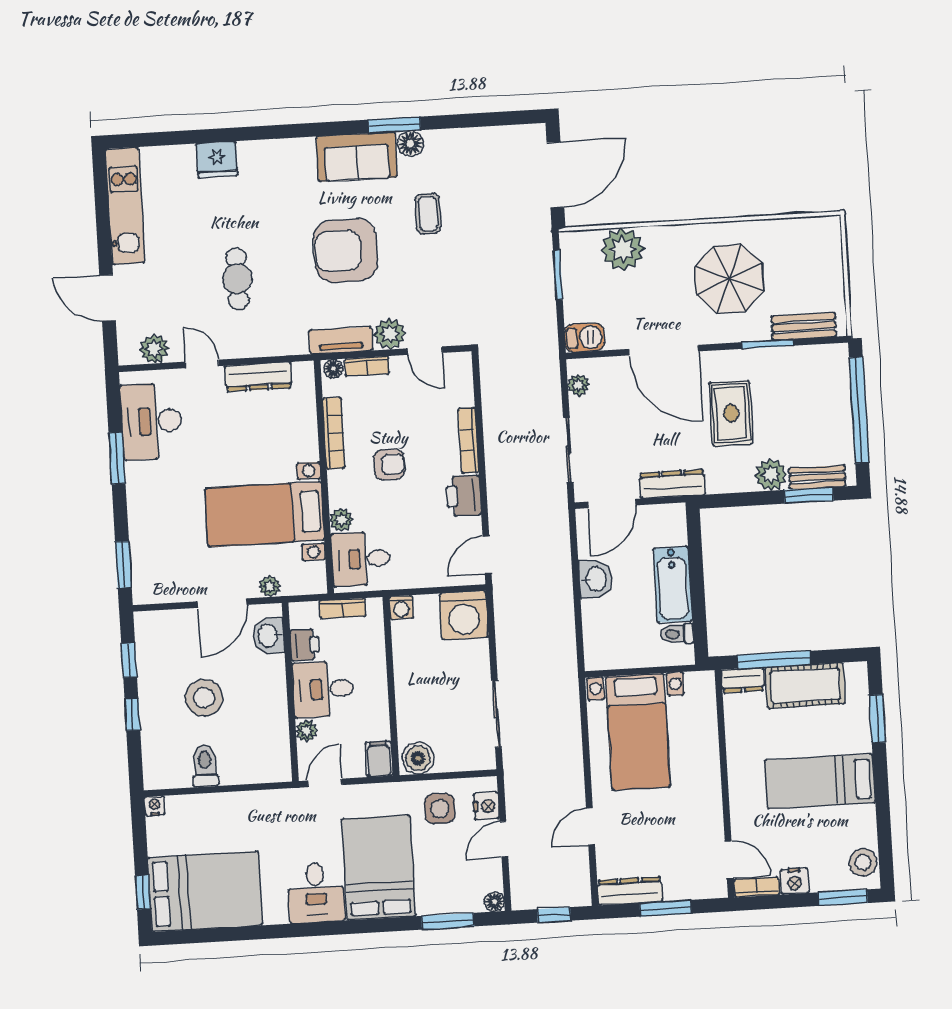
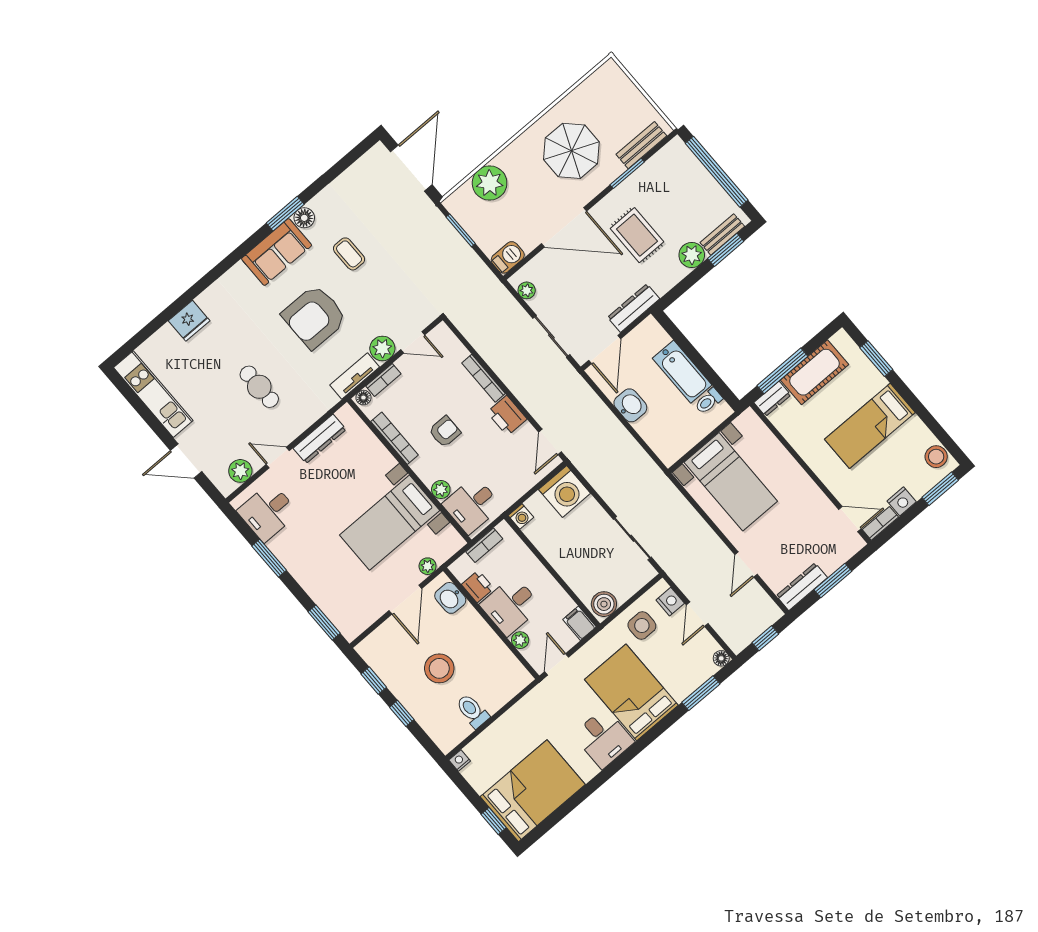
desk: (151, 421) -> (268, 512), width x0.73

